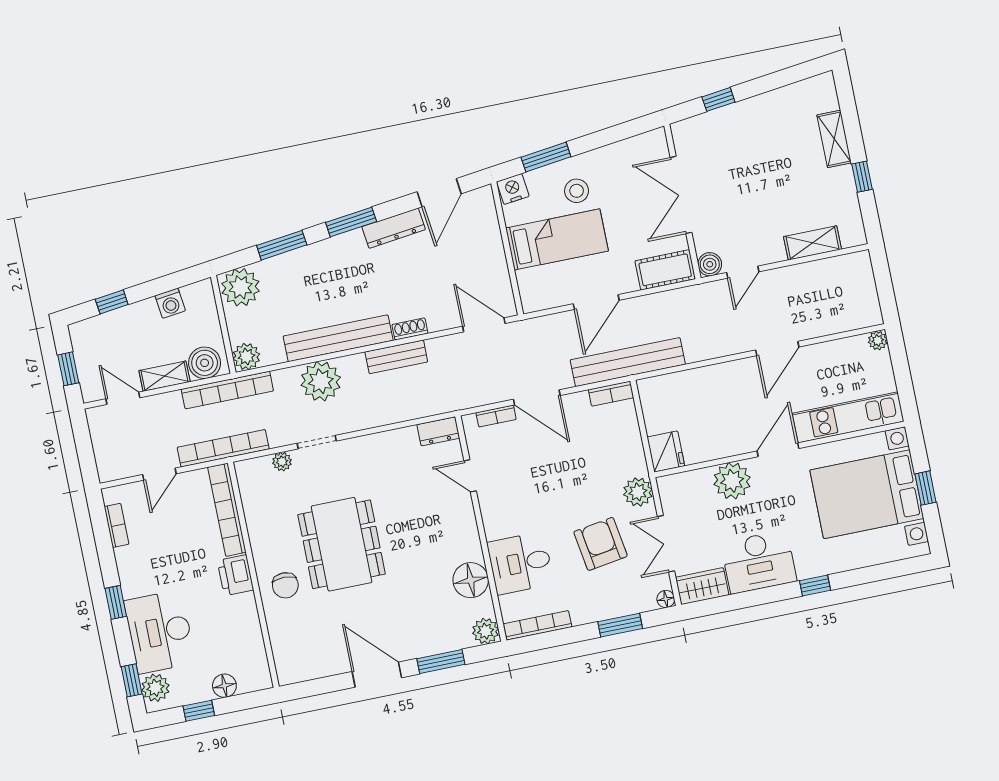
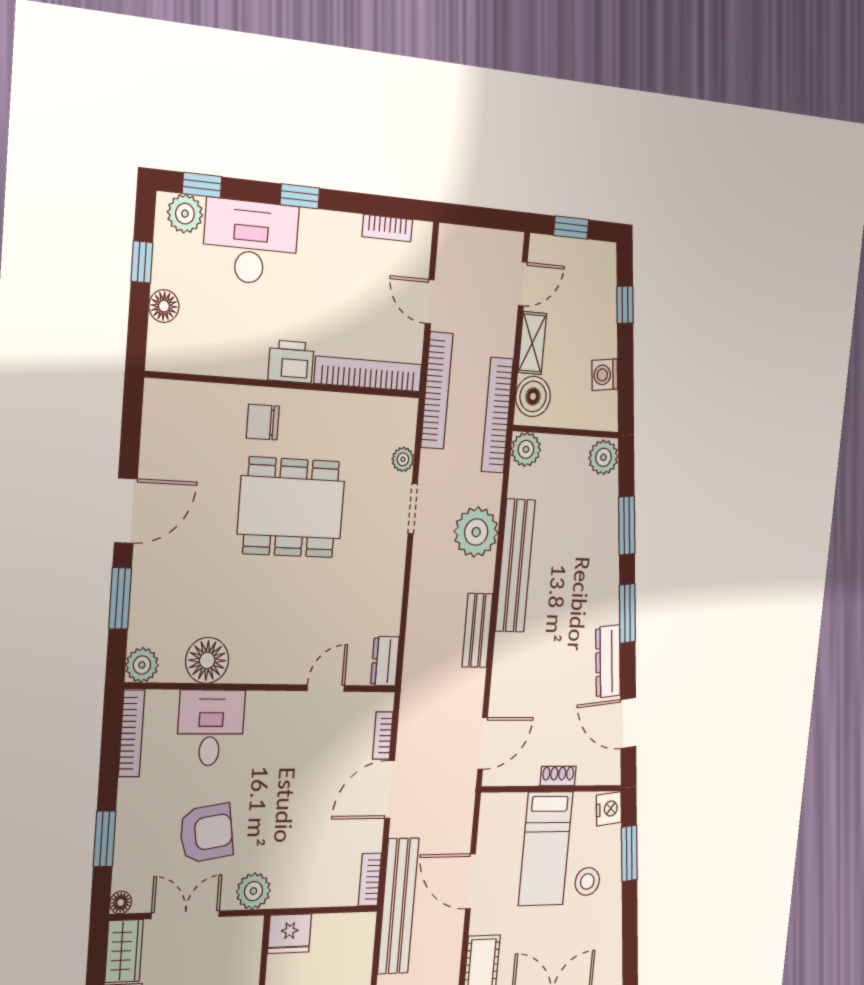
plant: (241, 287) -> (603, 457), width x0.73, depth x0.73
shoe rack: (410, 329) -> (558, 776), moved, turned -90

